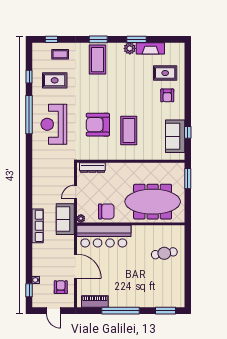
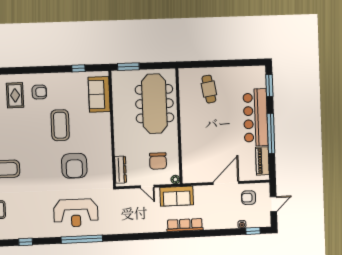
rug: (55, 80) -> (28, 214), removed
window: (29, 115) -> (82, 239), moved
coffee table: (129, 131) -> (60, 125), moved, turned 90
sofa: (175, 136) -> (99, 94), moved, turned 90
chair: (106, 211) -> (158, 161), moved, turned 180
bar counter: (104, 236) -> (256, 117), moved, turned 180

